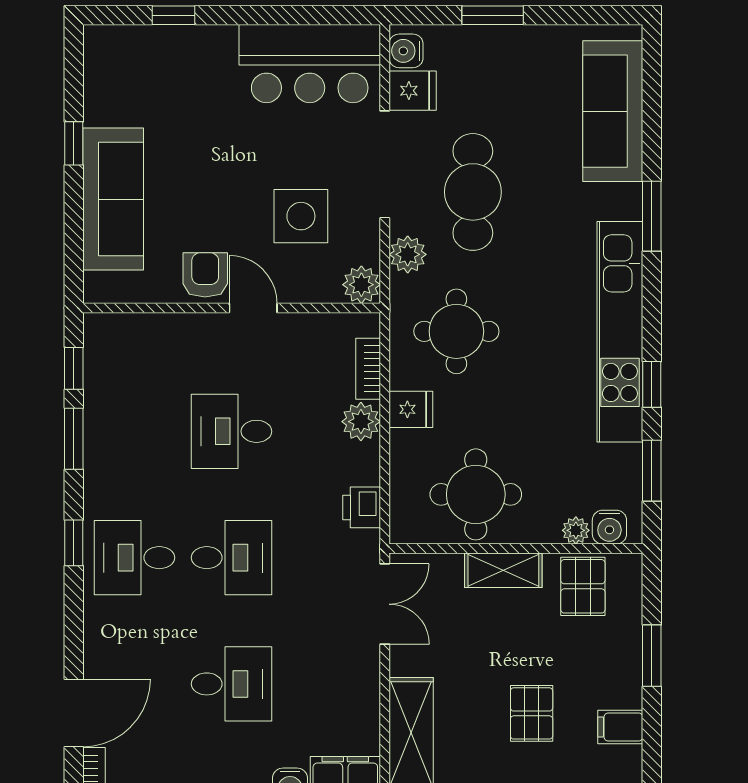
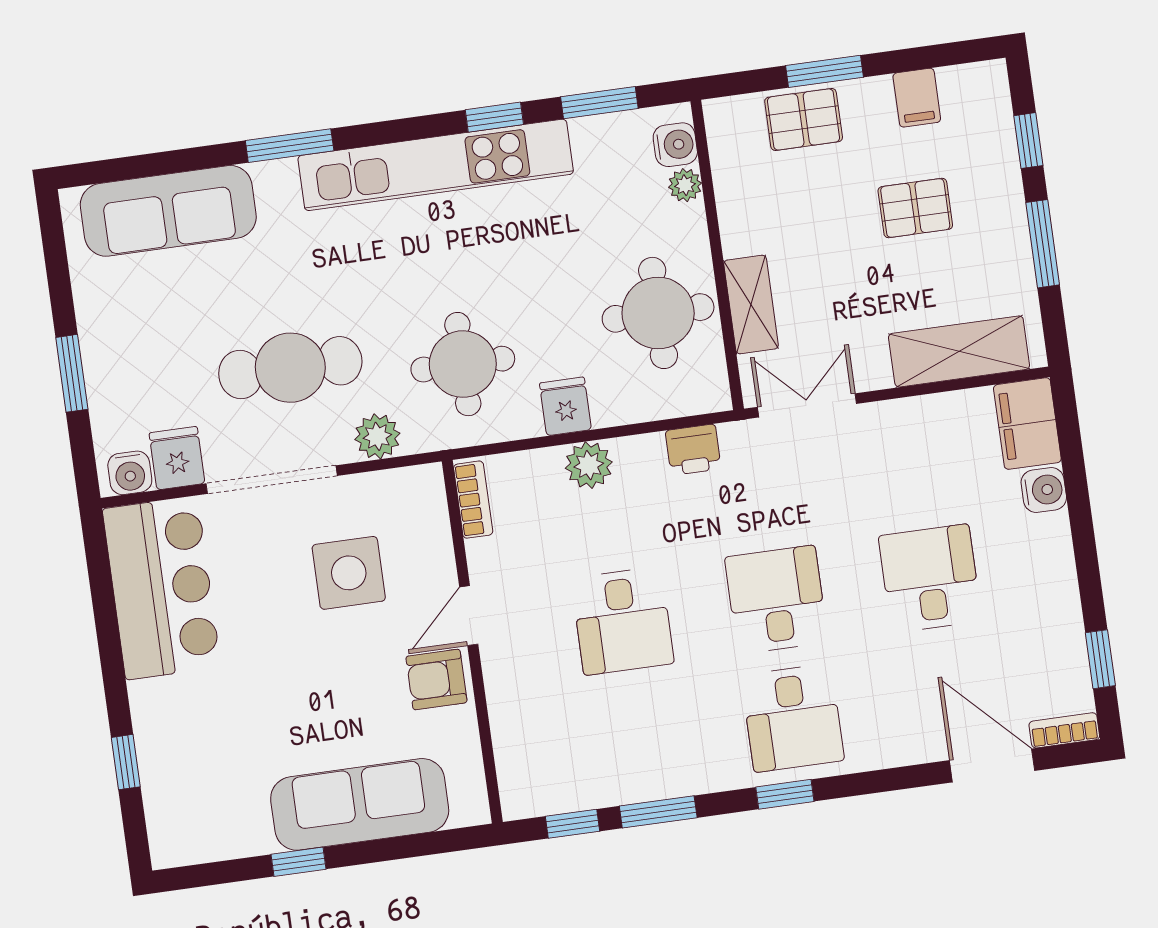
plant: (361, 285) -> (422, 488), removed
bookcase: (368, 369) -> (473, 500), moved, turned -90
shelving: (503, 570) -> (751, 304), moved
pallet: (583, 586) -> (804, 119), moved

